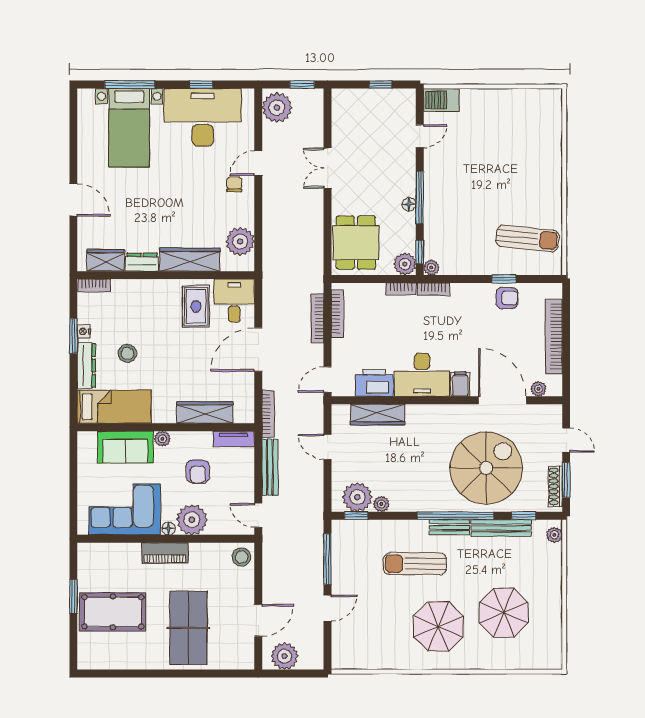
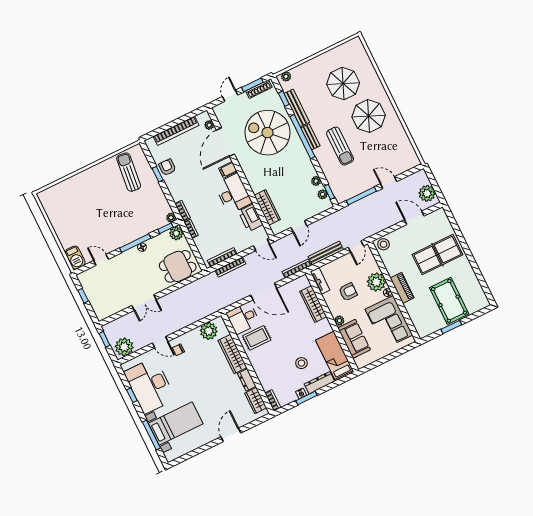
plant: (357, 497) -> (323, 194), width x0.53, depth x0.53

